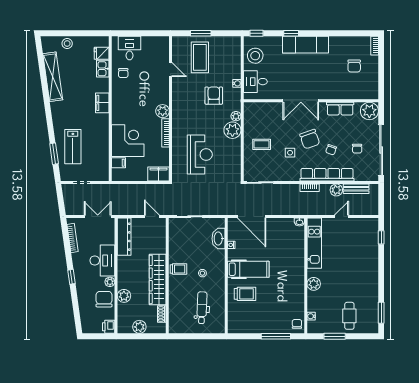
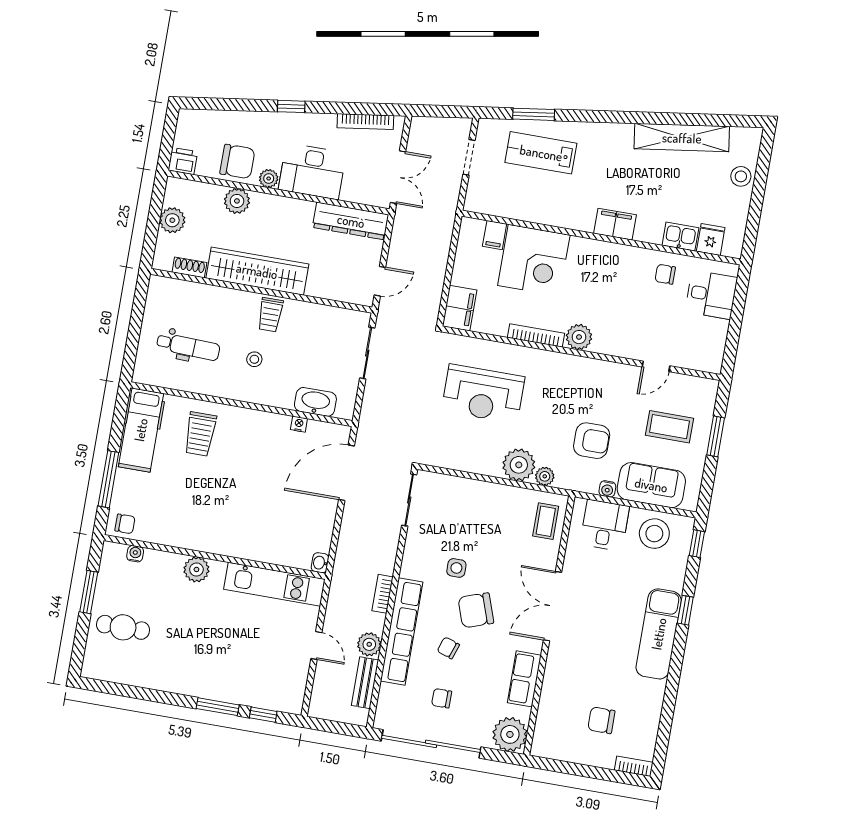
coffee table: (200, 57) -> (670, 427), width x0.73, depth x0.76
sofa: (231, 62) -> (651, 485), added
coffee table: (262, 144) -> (546, 521), moved
hospital bed: (248, 269) -> (141, 430), moved
window: (381, 313) -> (218, 707), moved

